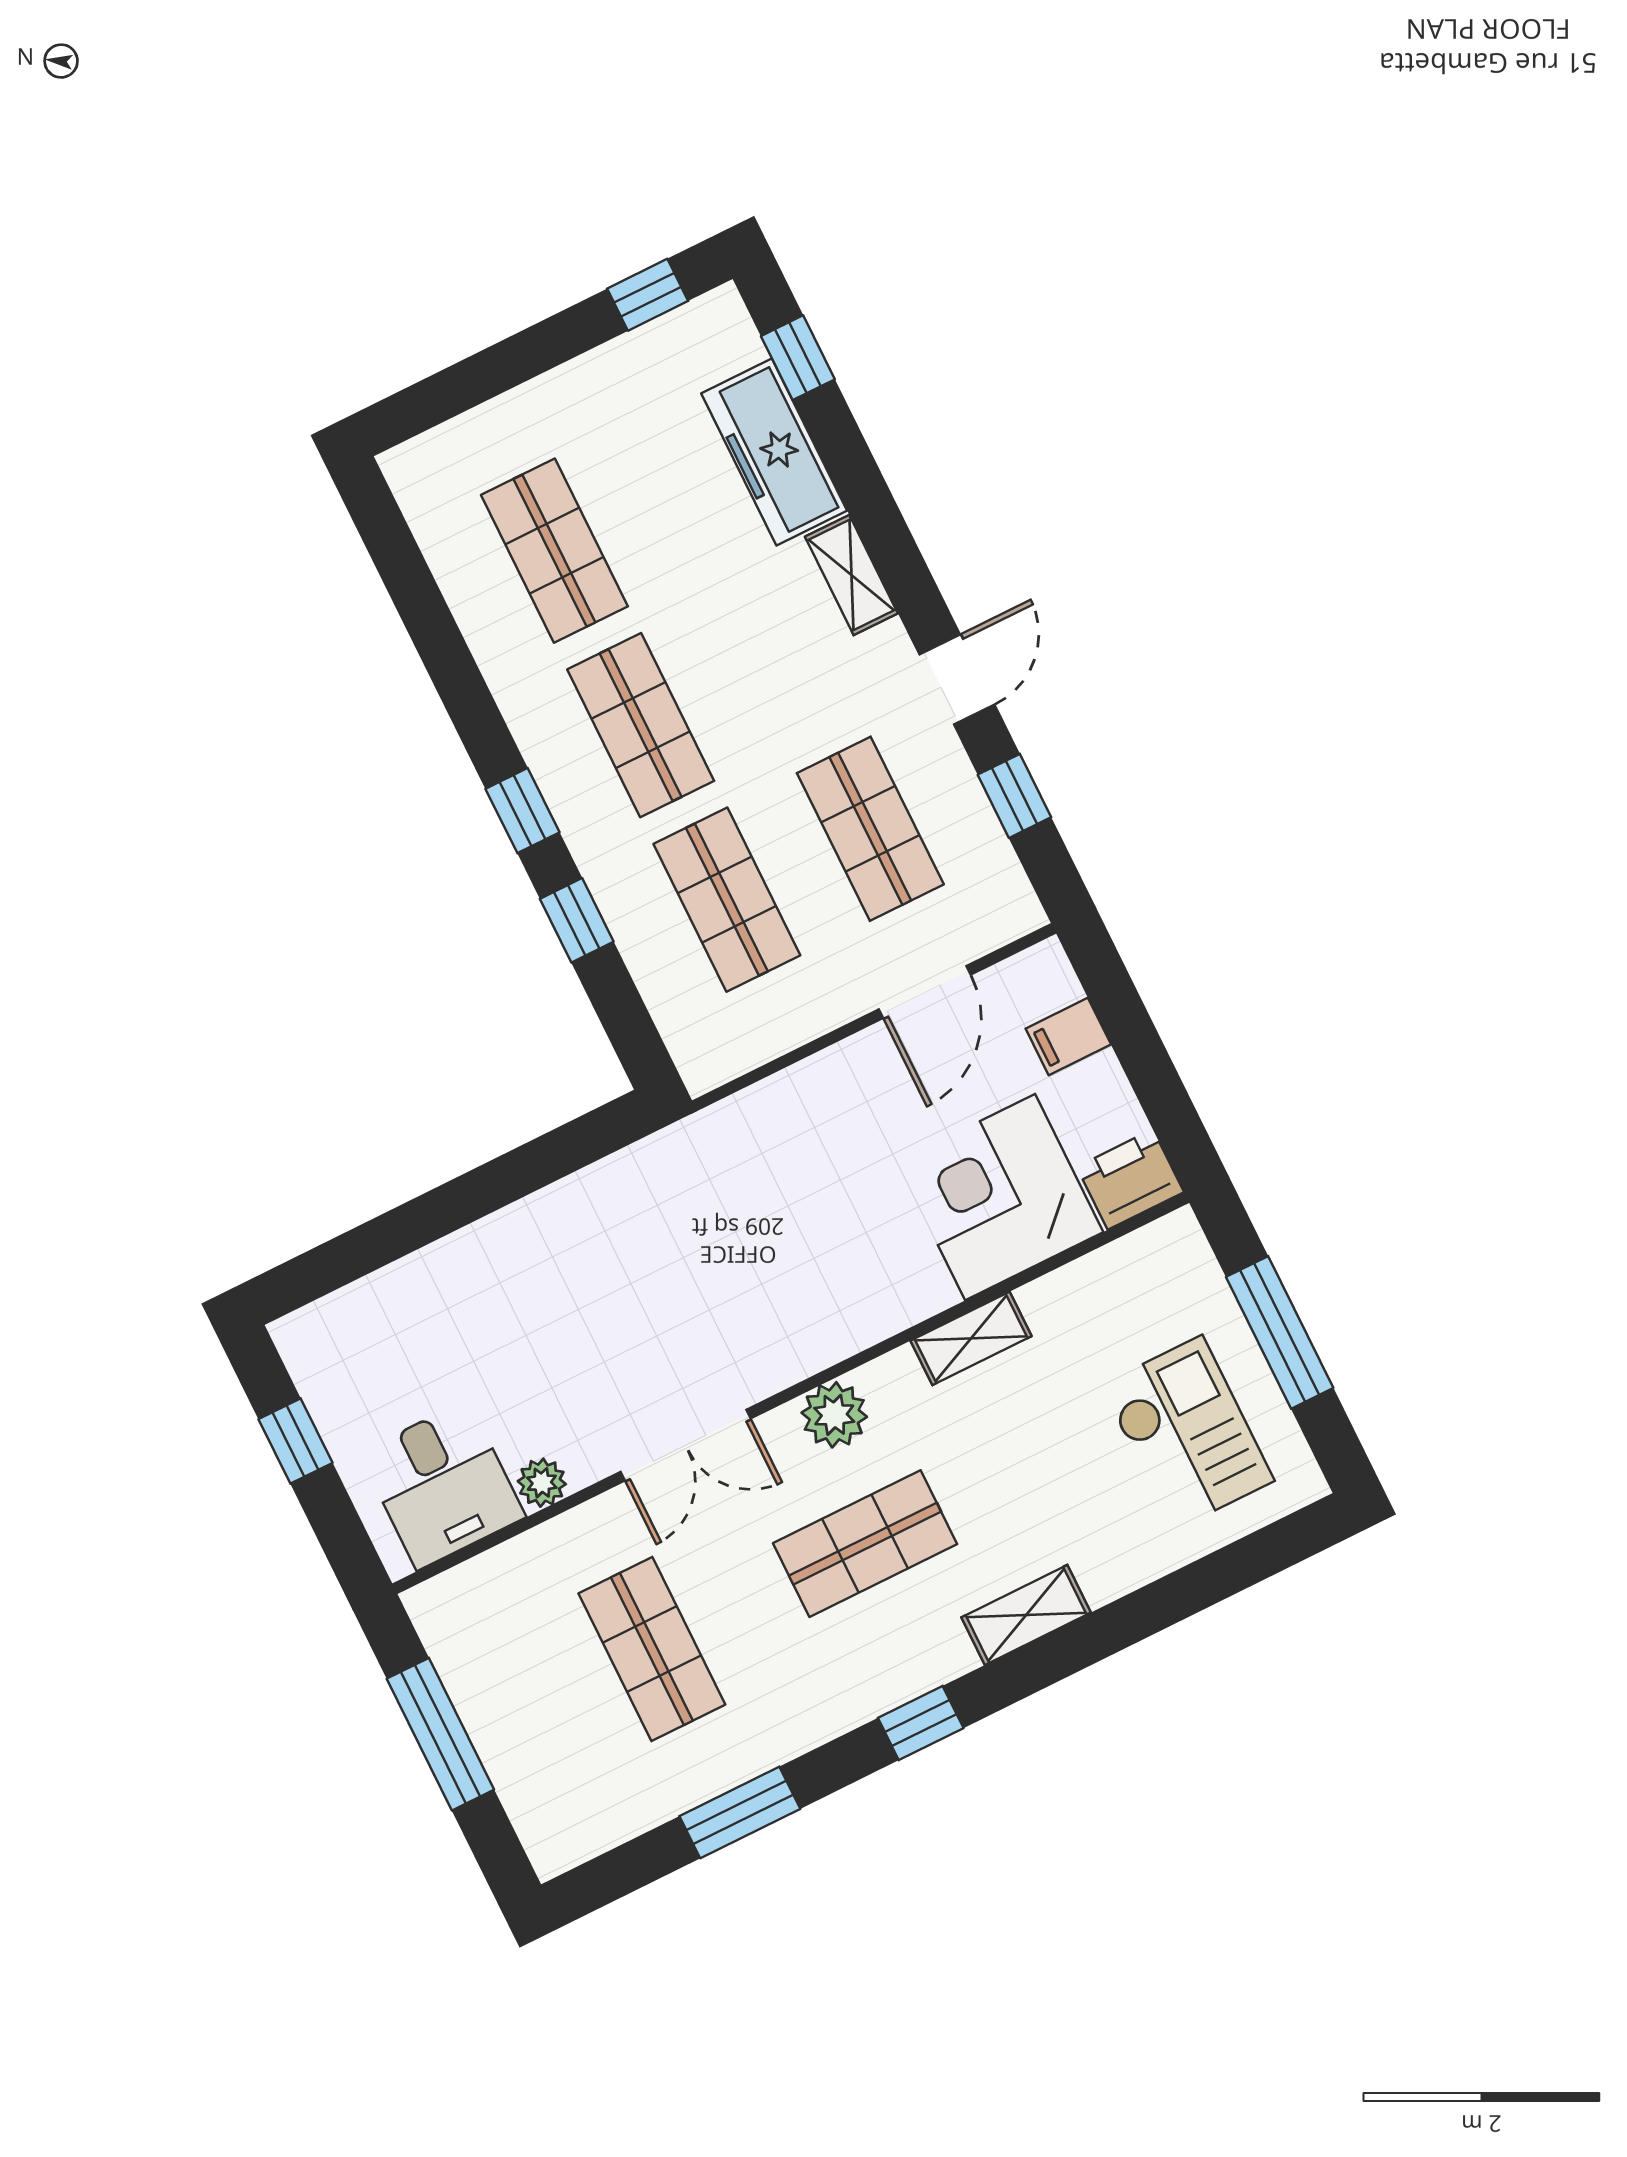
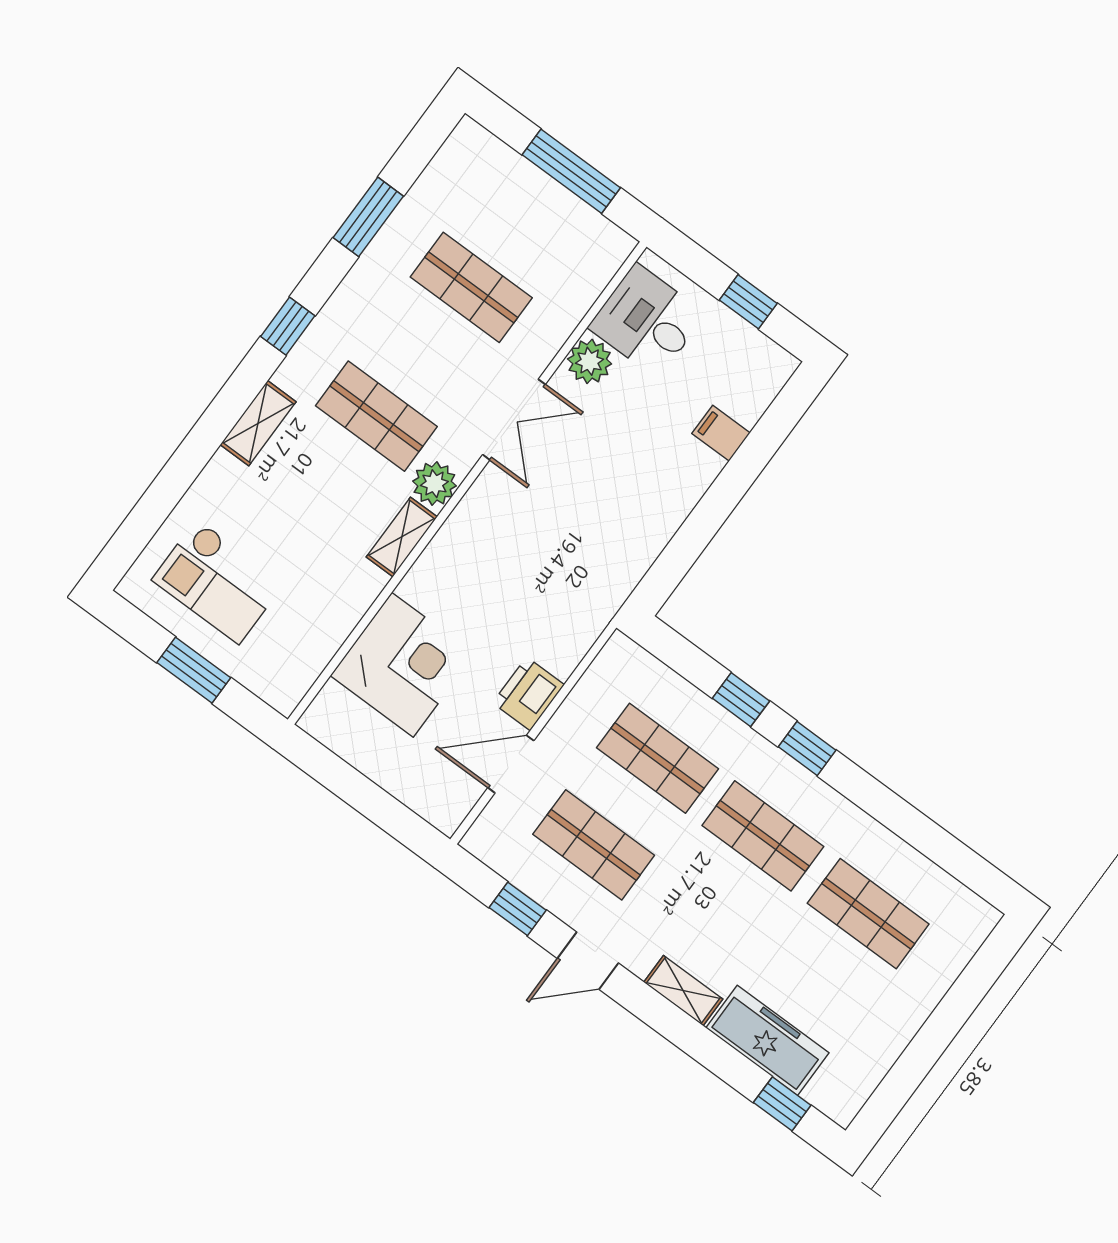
window: (648, 295) -> (891, 1095), removed
door: (957, 680) -> (588, 961), hinge flipped
door: (925, 992) -> (511, 764), hinge flipped
filing cabinet: (1068, 1036) -> (721, 433), moved, turned -90
printer: (1130, 1180) -> (528, 694), moved, turned 180
window: (1280, 1332) -> (194, 670), width x0.69
shelving: (971, 1338) -> (402, 537), moved
double door: (686, 1445) -> (514, 420), swing flipped
plant: (542, 1483) -> (590, 361), width x1.38, depth x1.38
shop shelf: (865, 1544) -> (376, 416), turned 90

